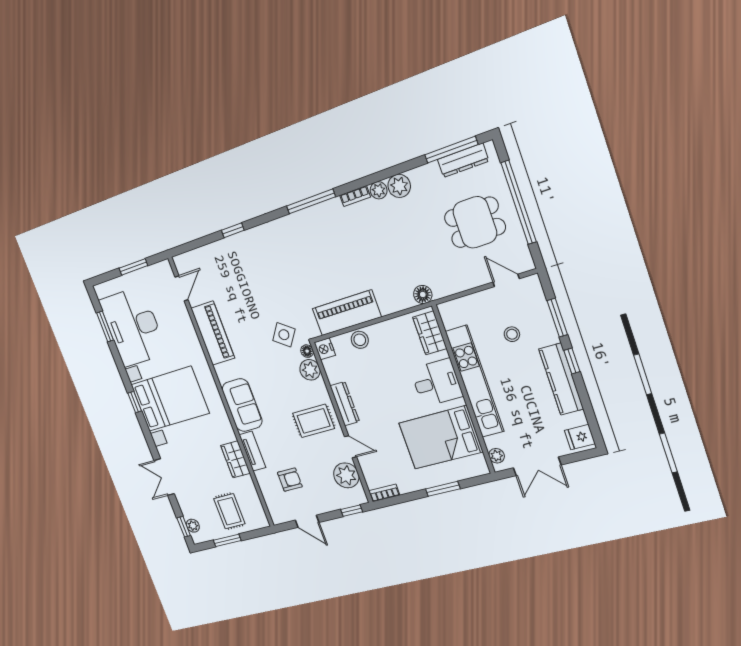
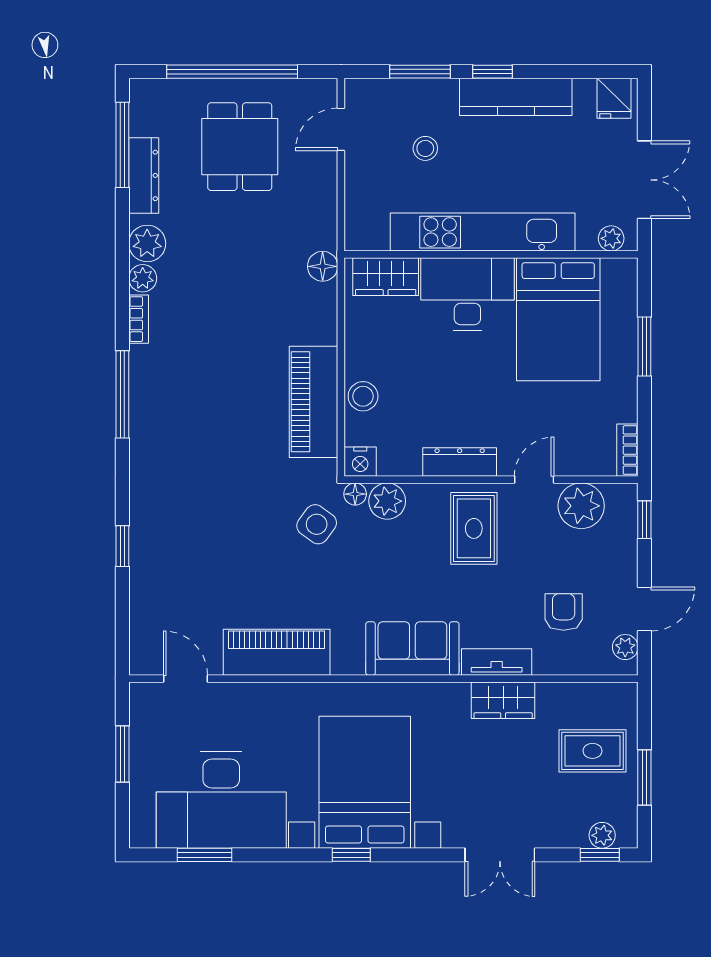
dresser: (463, 160) -> (144, 175), moved
desk: (437, 383) -> (467, 294), width x1.37
plant: (285, 516) -> (625, 647), added

